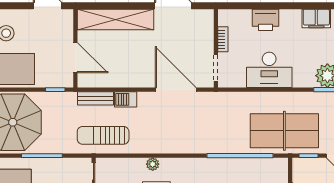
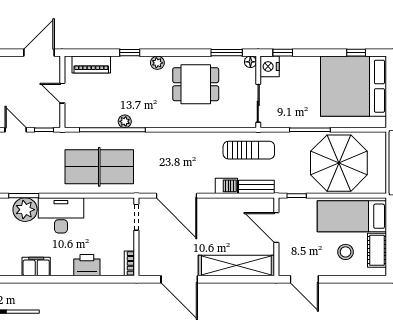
bookcase: (223, 39) -> (129, 263), moved
desk: (269, 70) -> (61, 215), moved
table tennis table: (284, 131) -> (99, 167), moved
plant: (153, 164) -> (125, 121), moved

